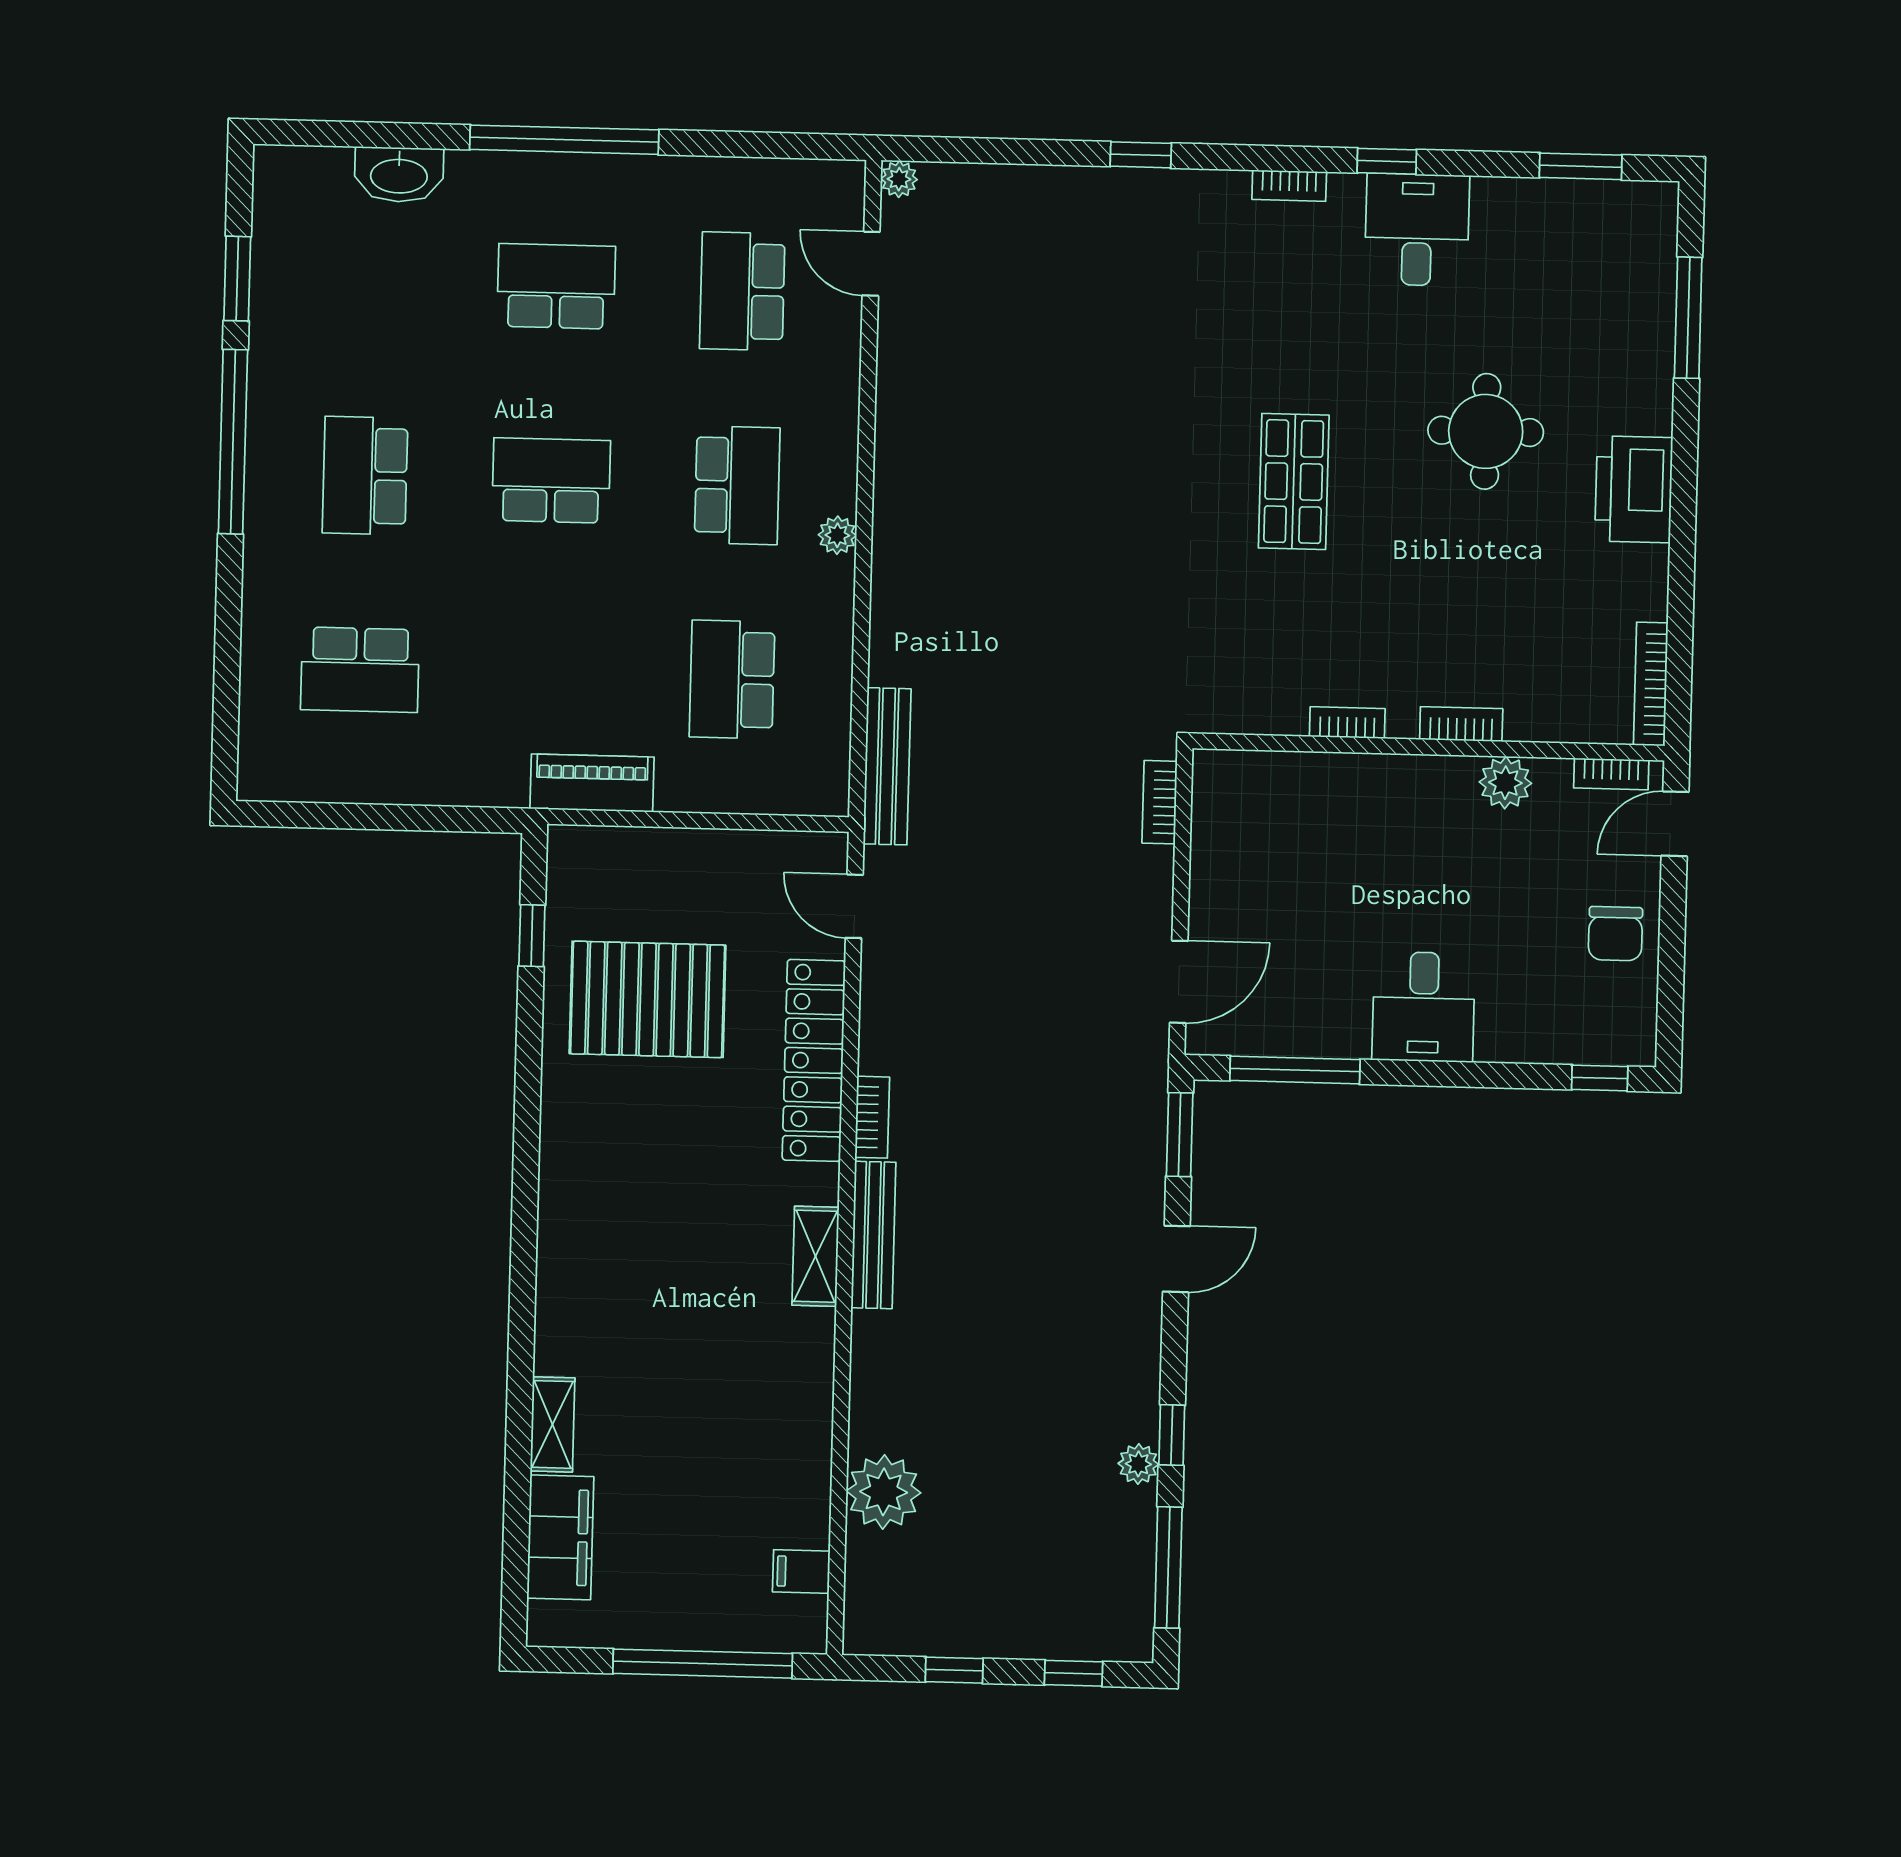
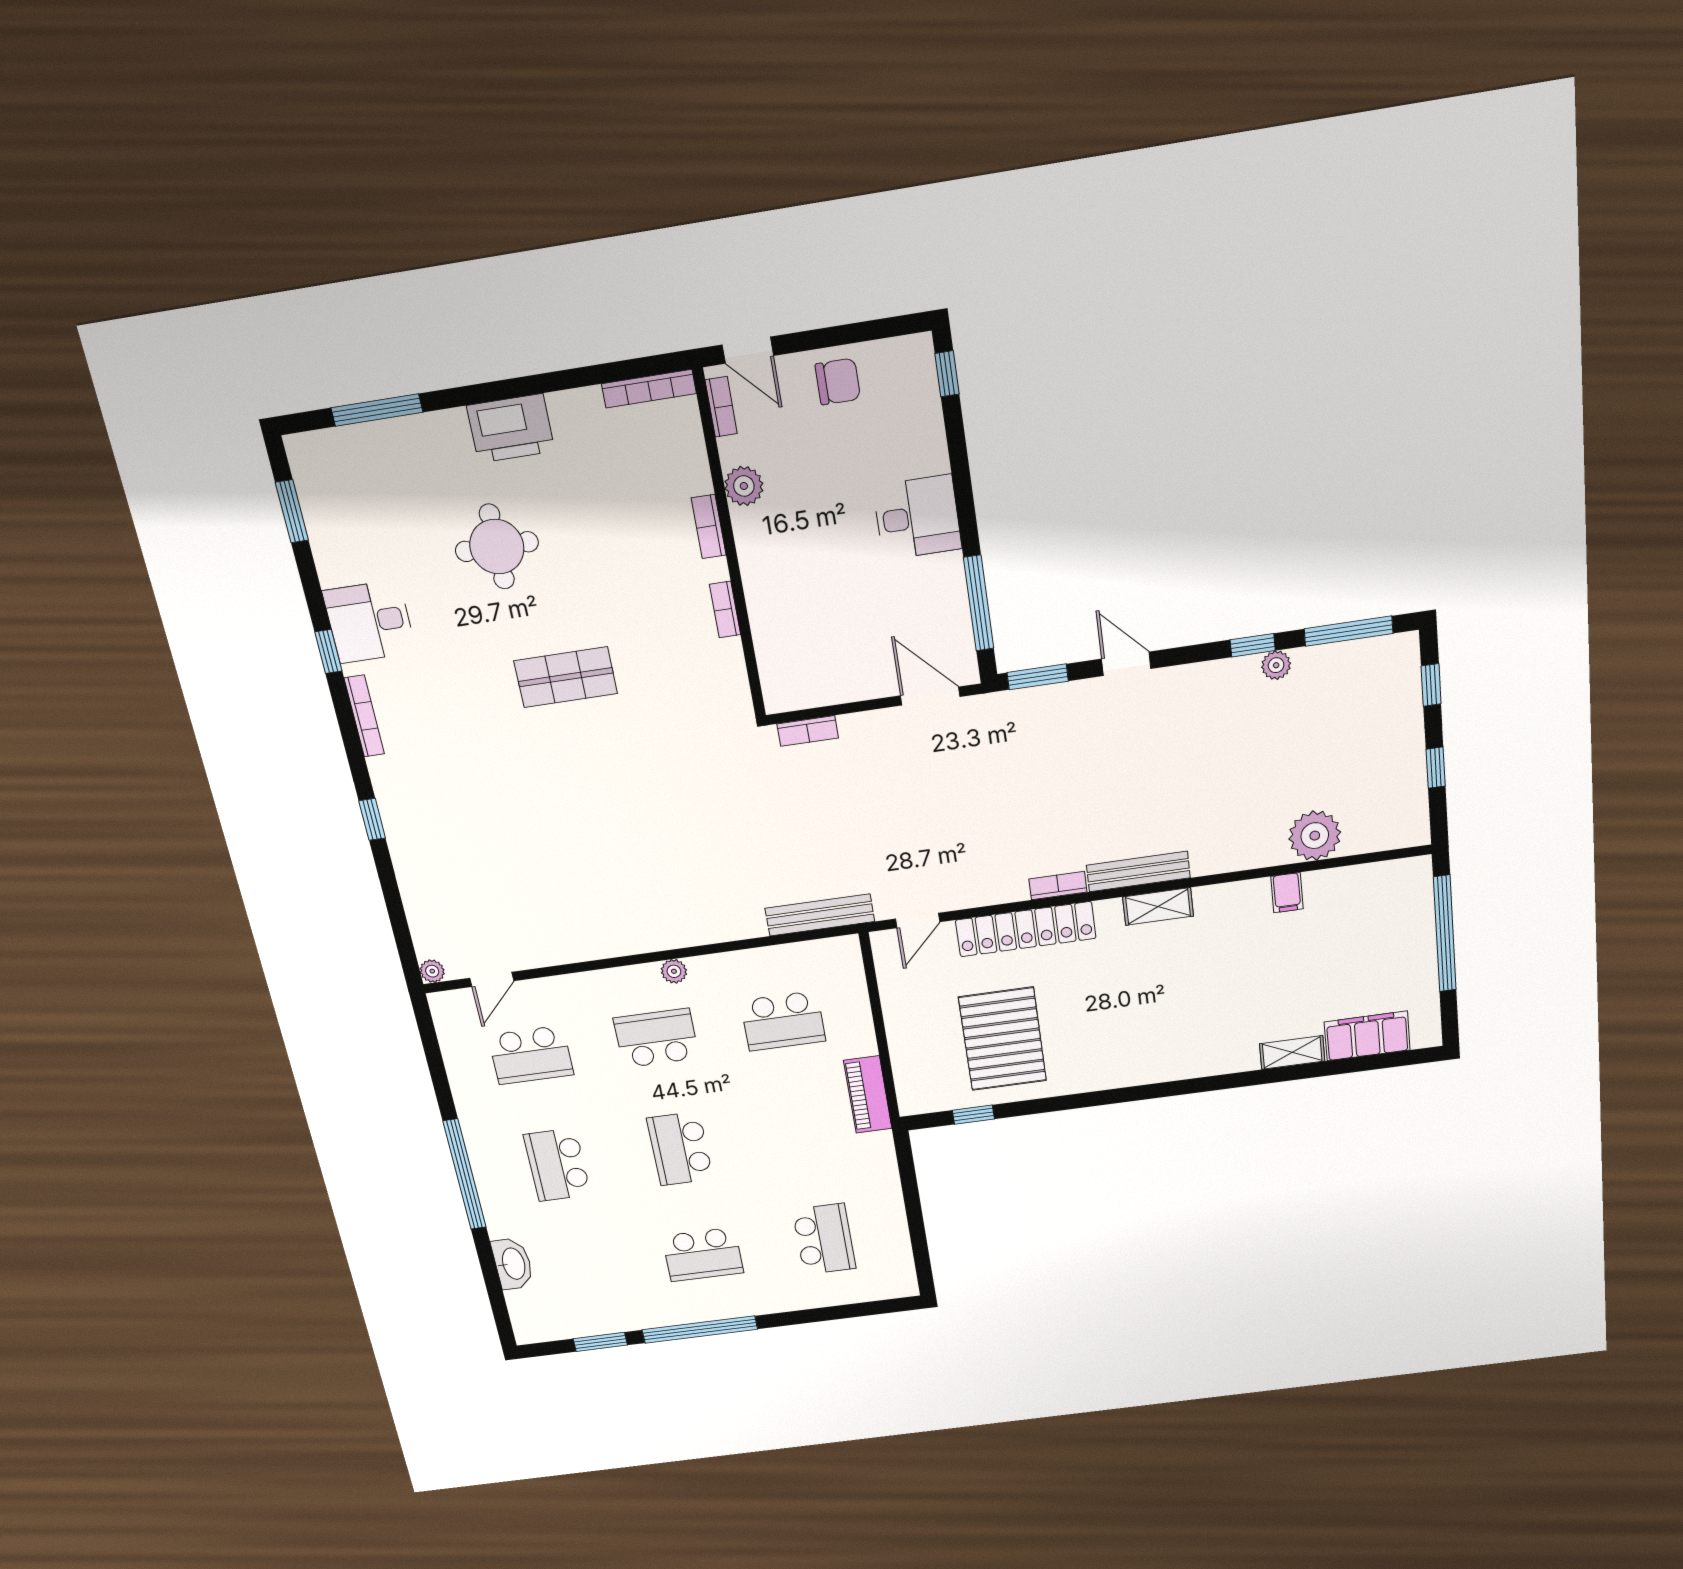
bookcase: (1289, 186) -> (364, 716), width x1.56
filing cabinet: (801, 1572) -> (1287, 893), moved

